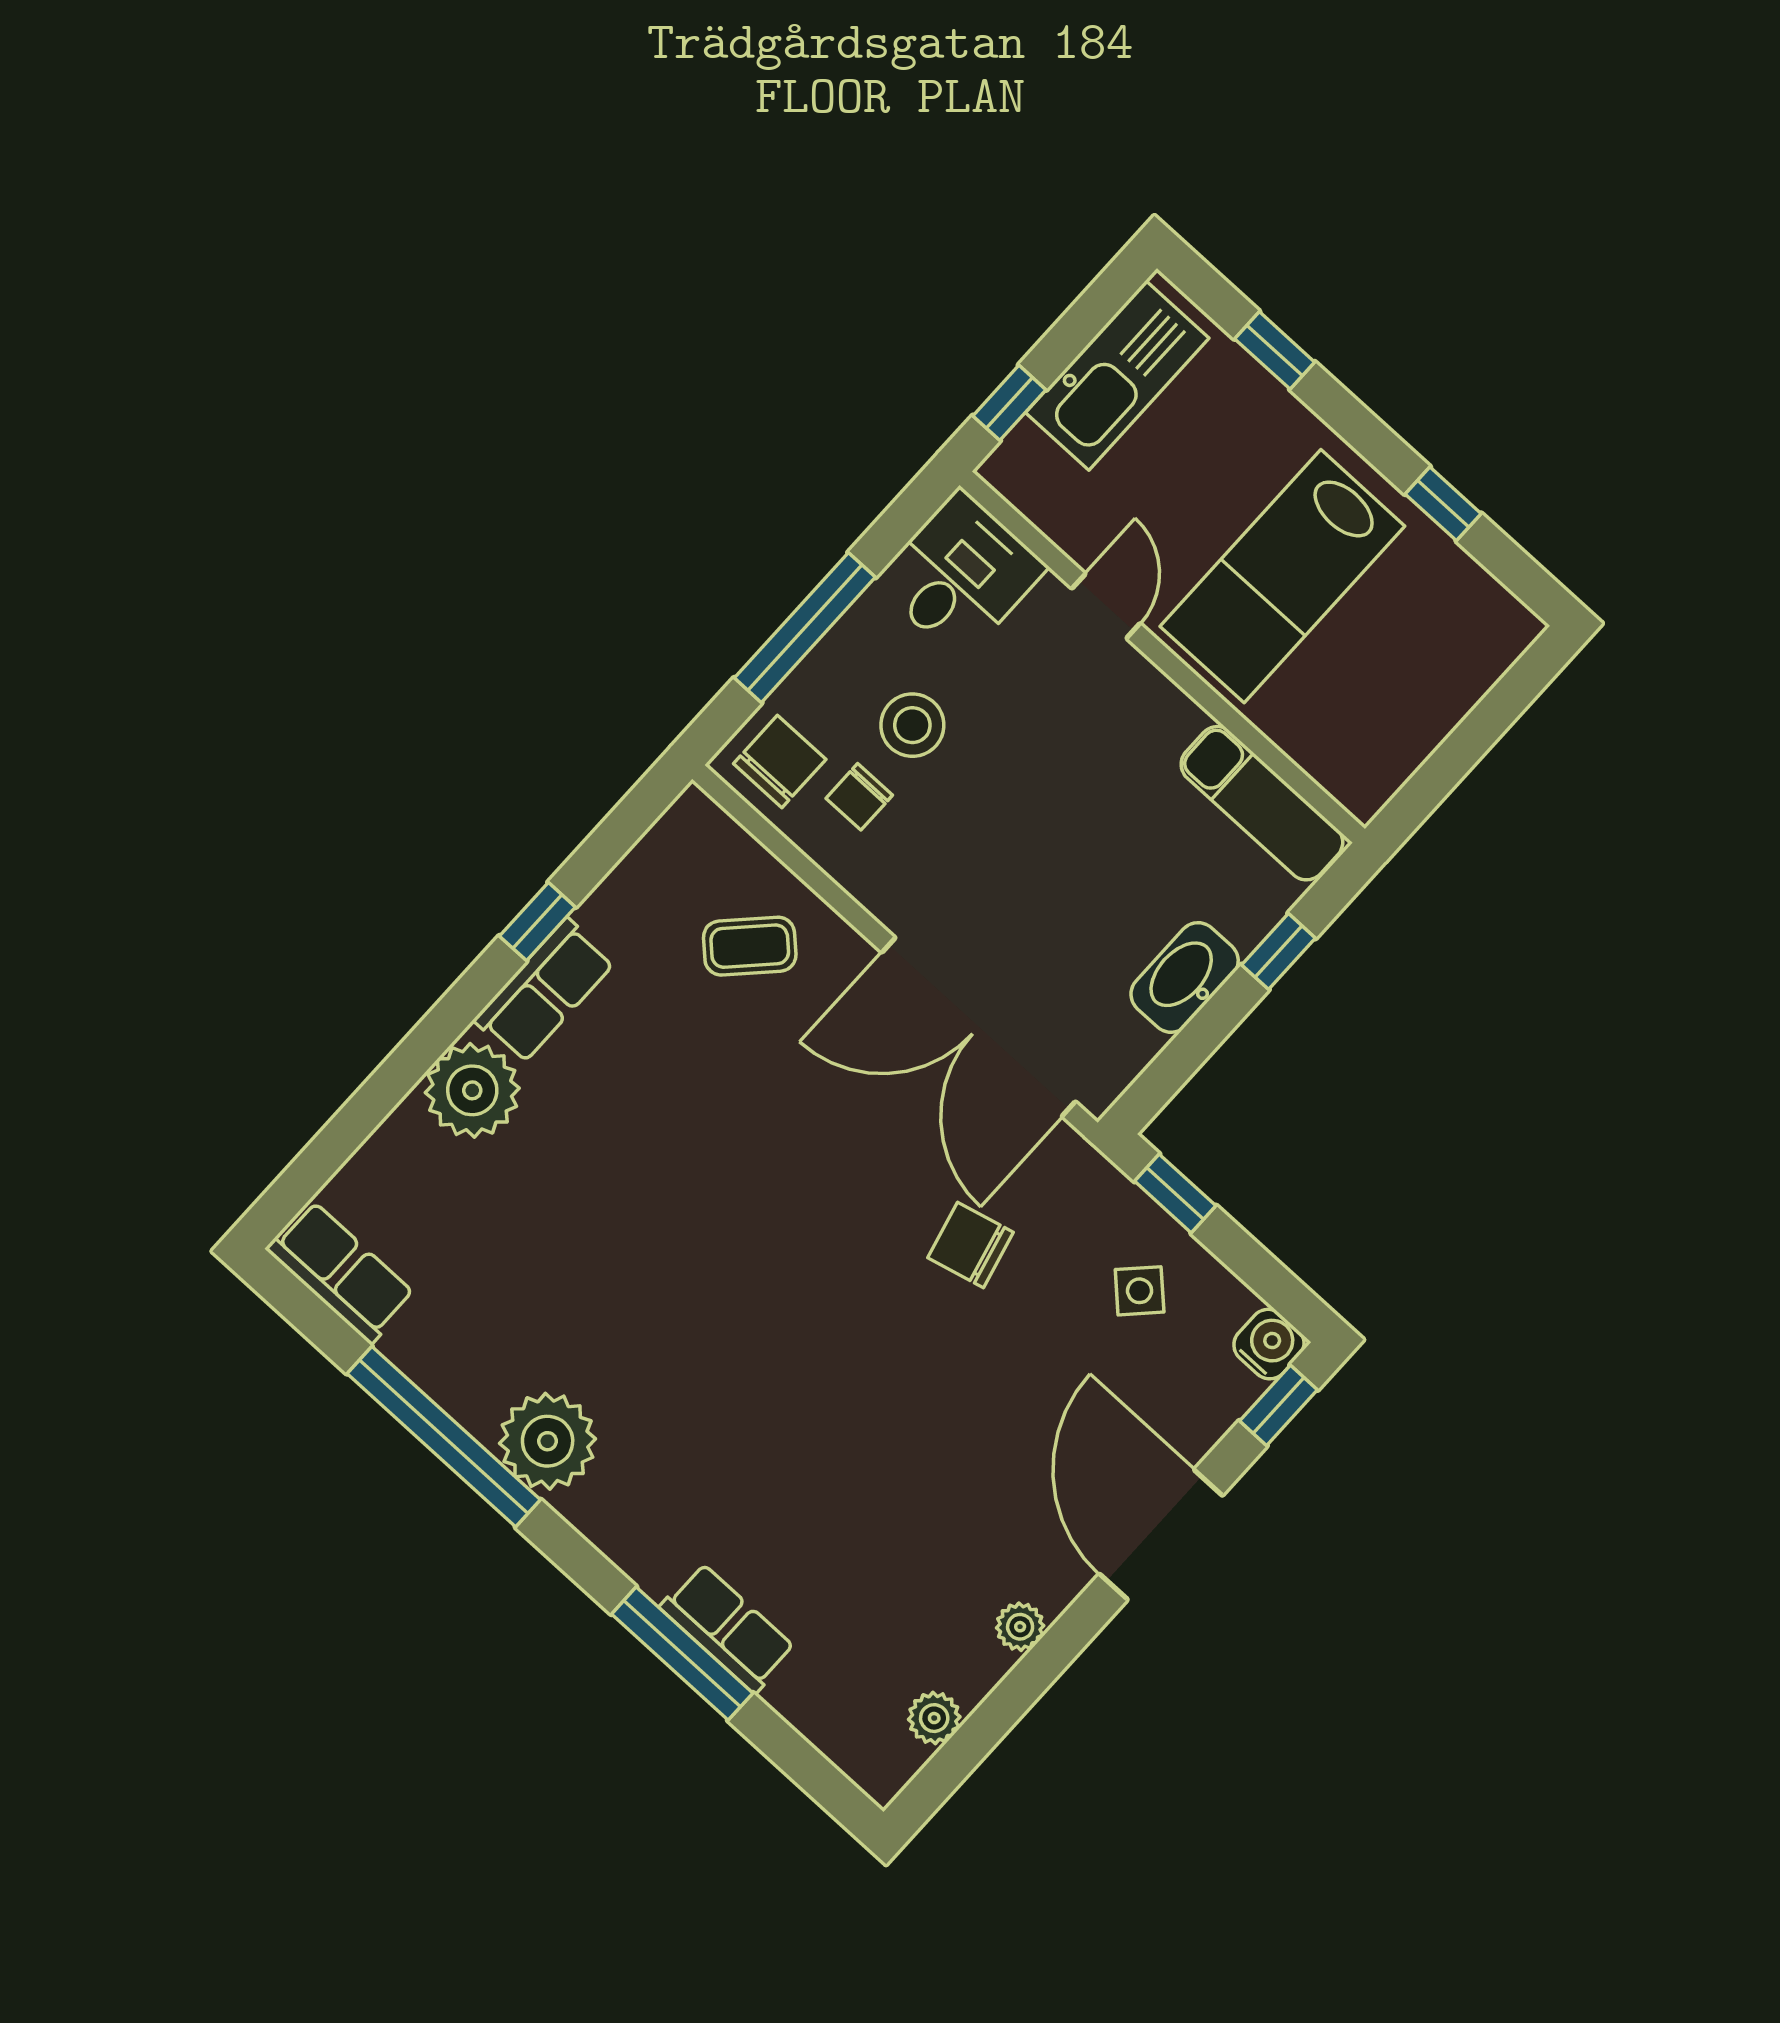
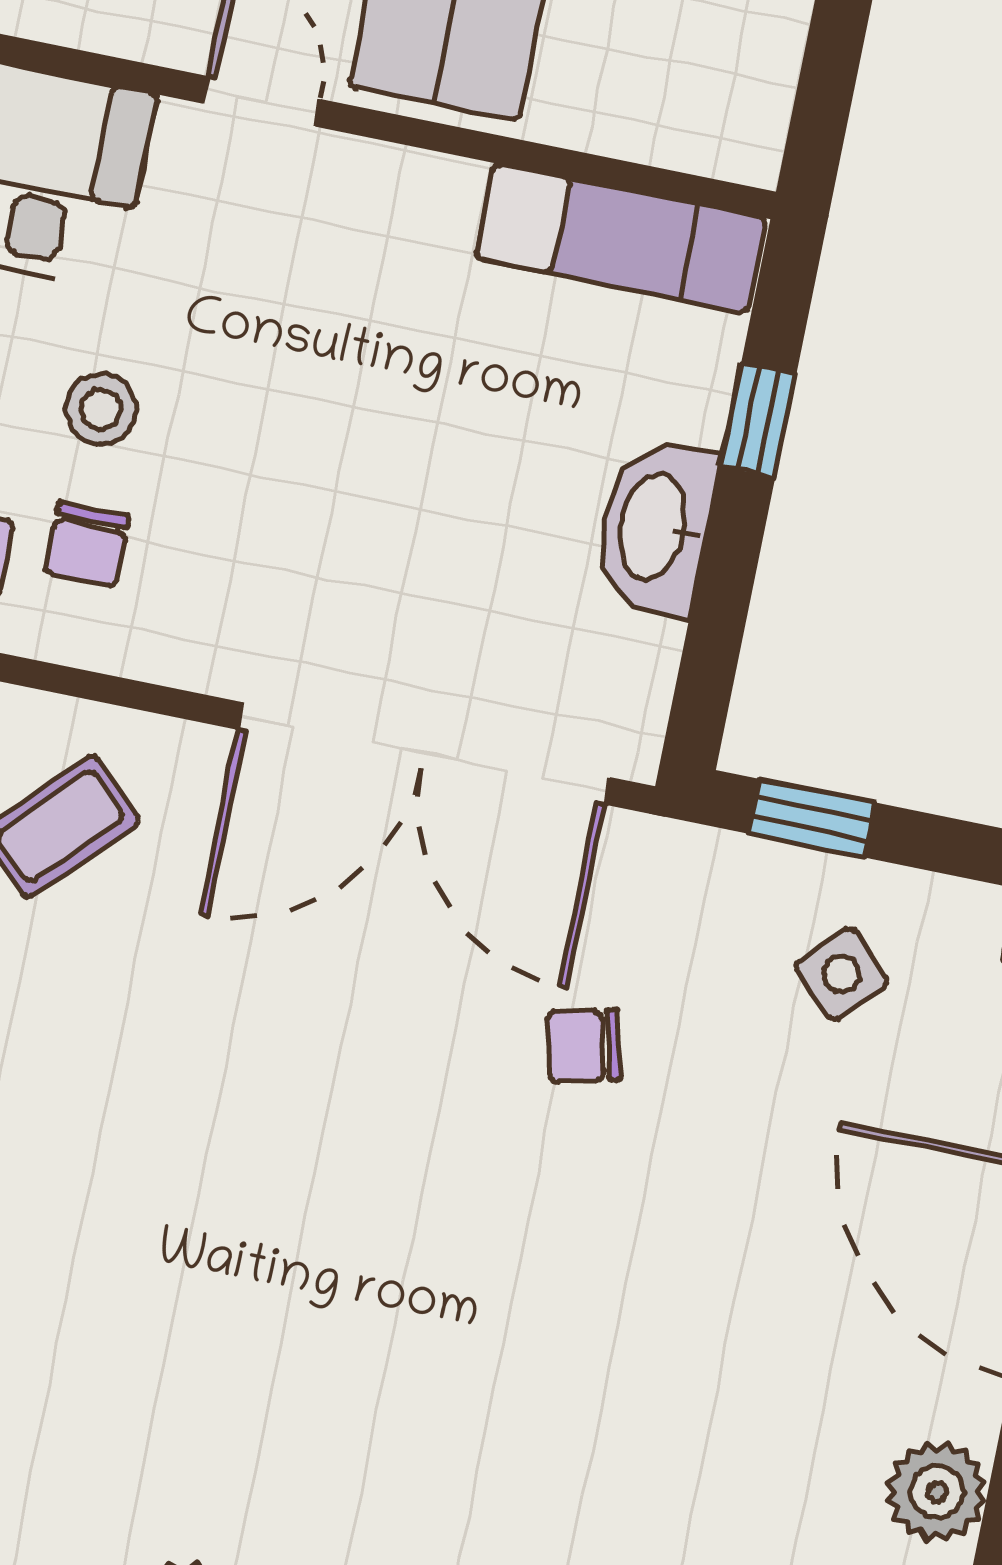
stool: (912, 725) -> (101, 409), width x0.73, depth x0.73
chair: (971, 1245) -> (584, 1046), width x0.73, depth x0.73
plant: (1020, 1627) -> (937, 1492), width x1.38, depth x1.38

